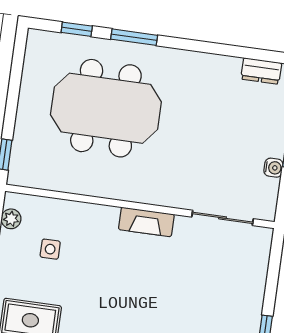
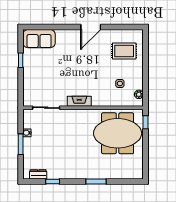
window: (77, 29) -> (53, 182), moved
meeting table: (106, 108) -> (118, 133), moved

